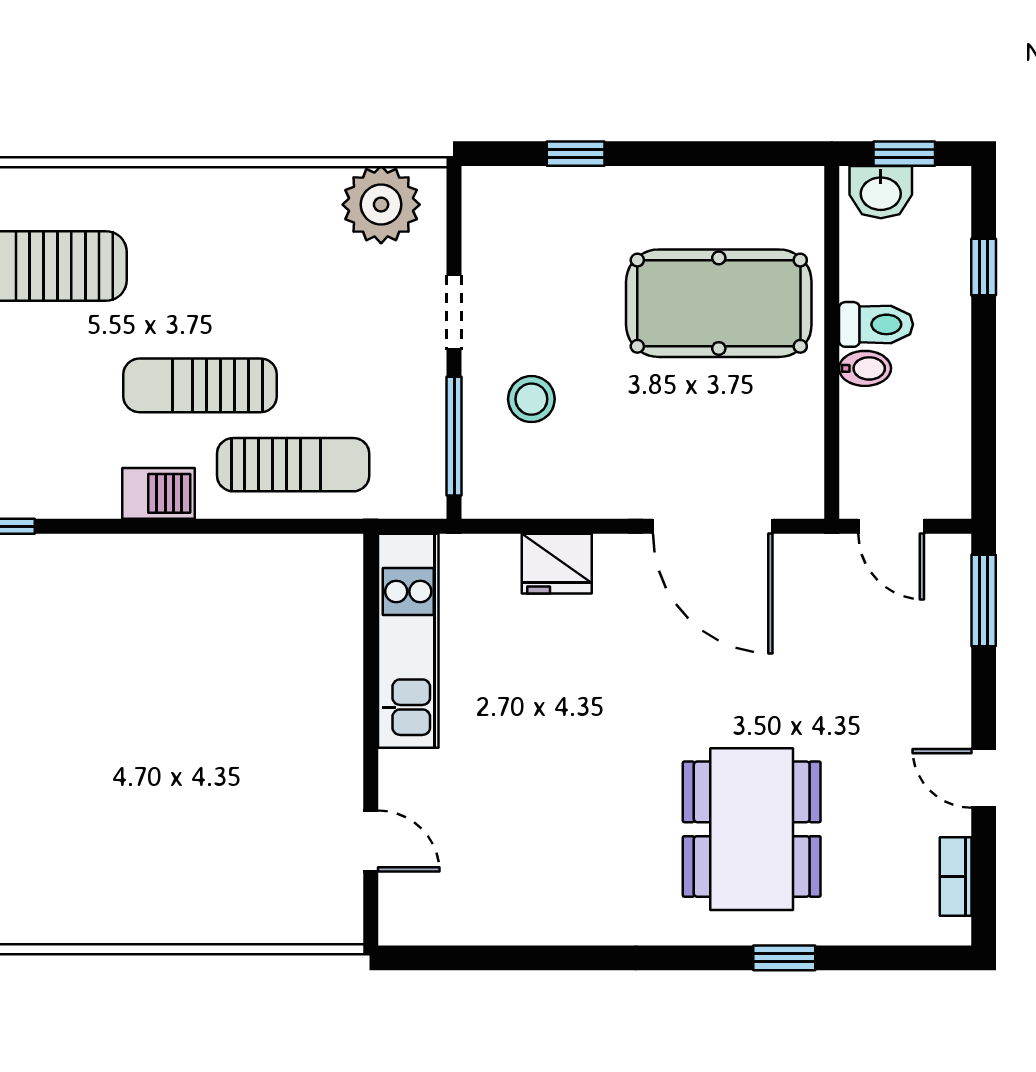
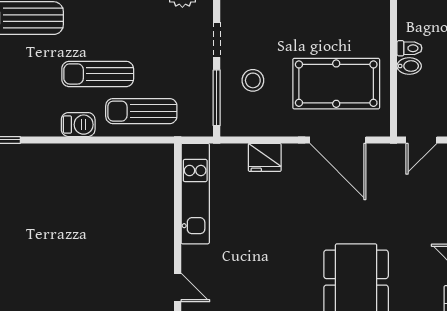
pool table: (719, 303) -> (336, 84), moved
toilet: (876, 324) -> (409, 48), width x0.73, depth x0.72
sun lounger: (293, 465) -> (141, 111), turned 180
door: (891, 526) -> (421, 140), hinge flipped

